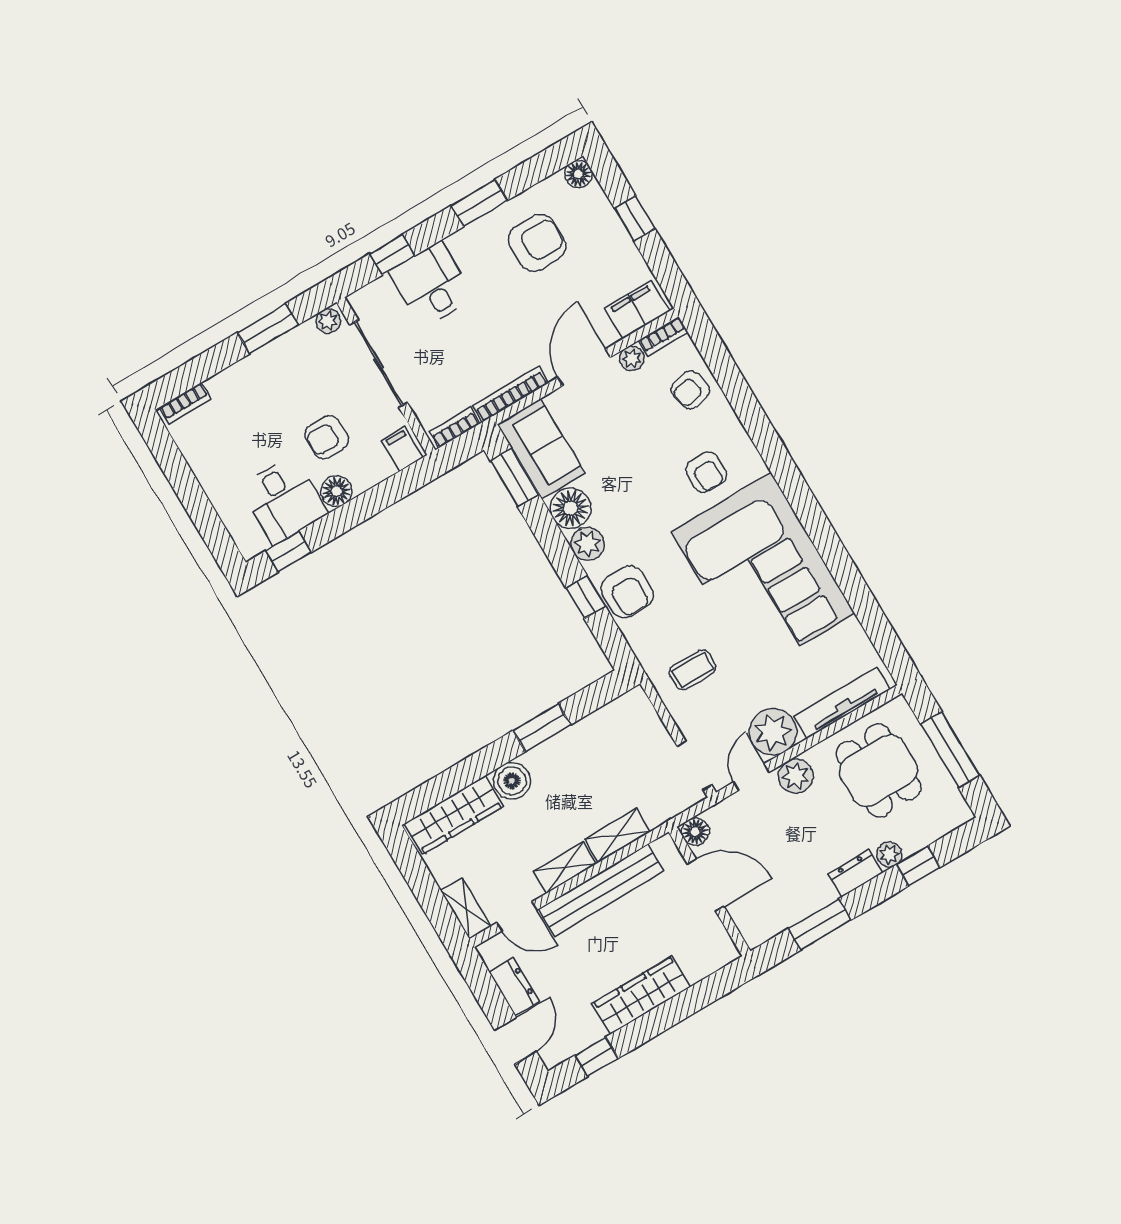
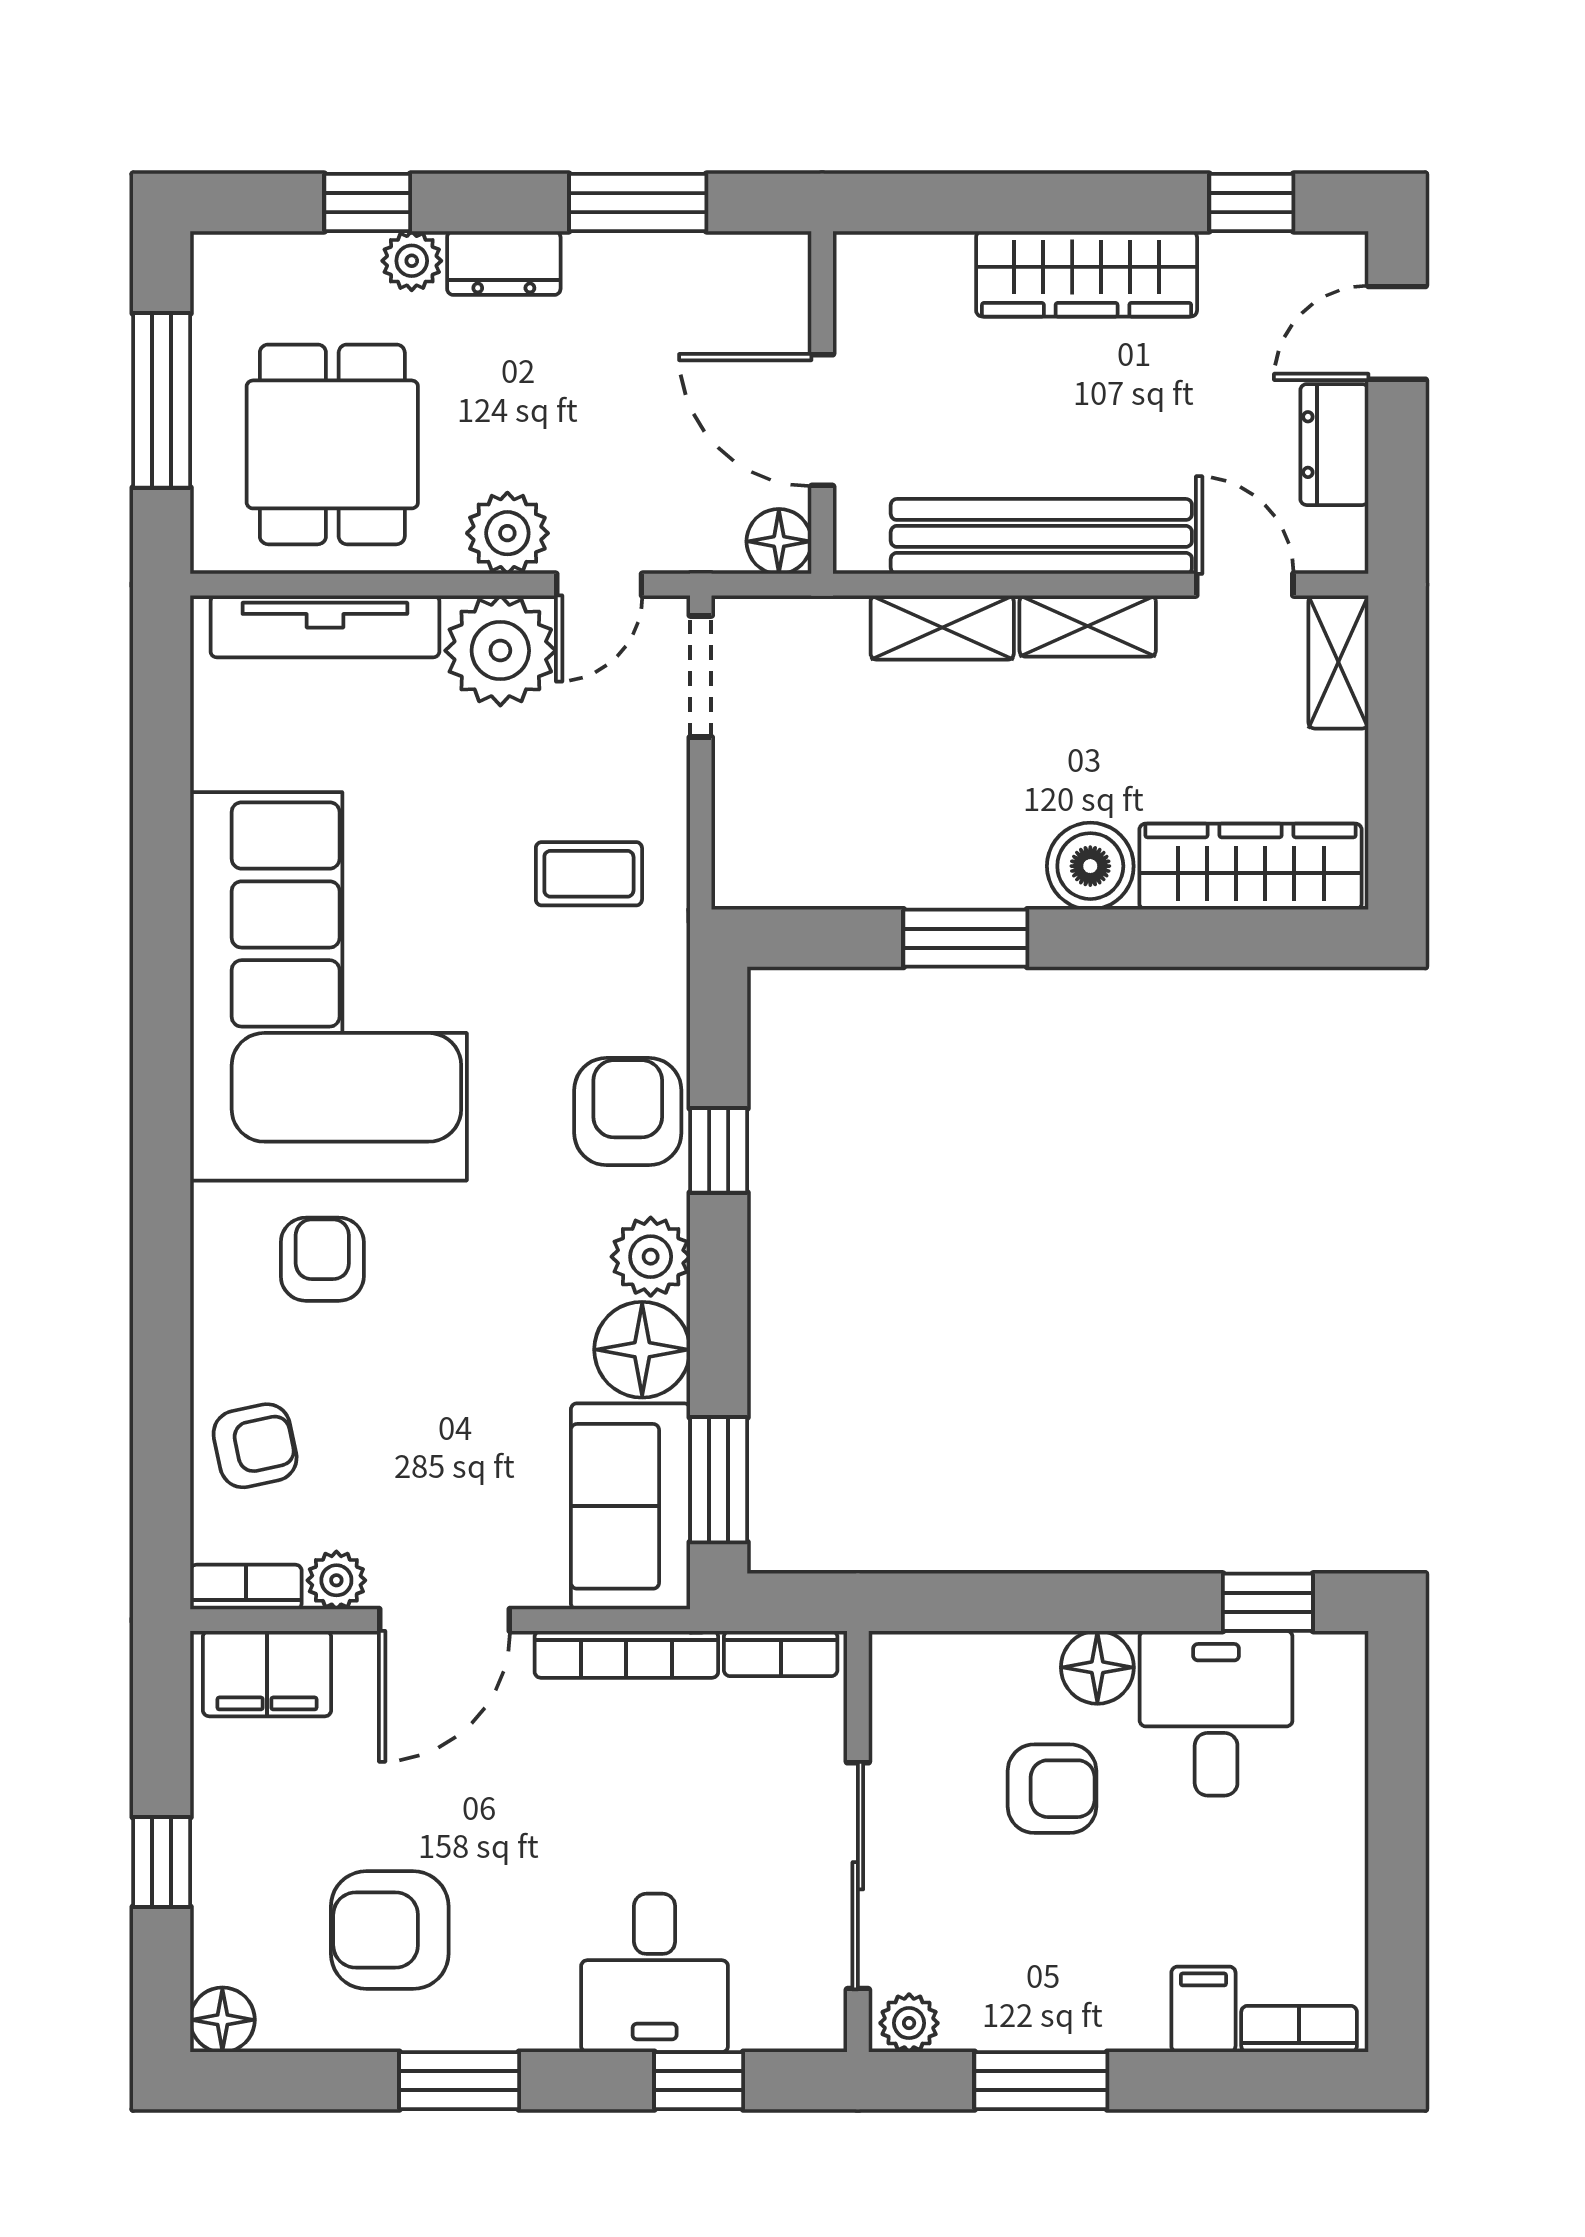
filing cabinet: (402, 449) -> (1203, 2009), moved, turned 180

